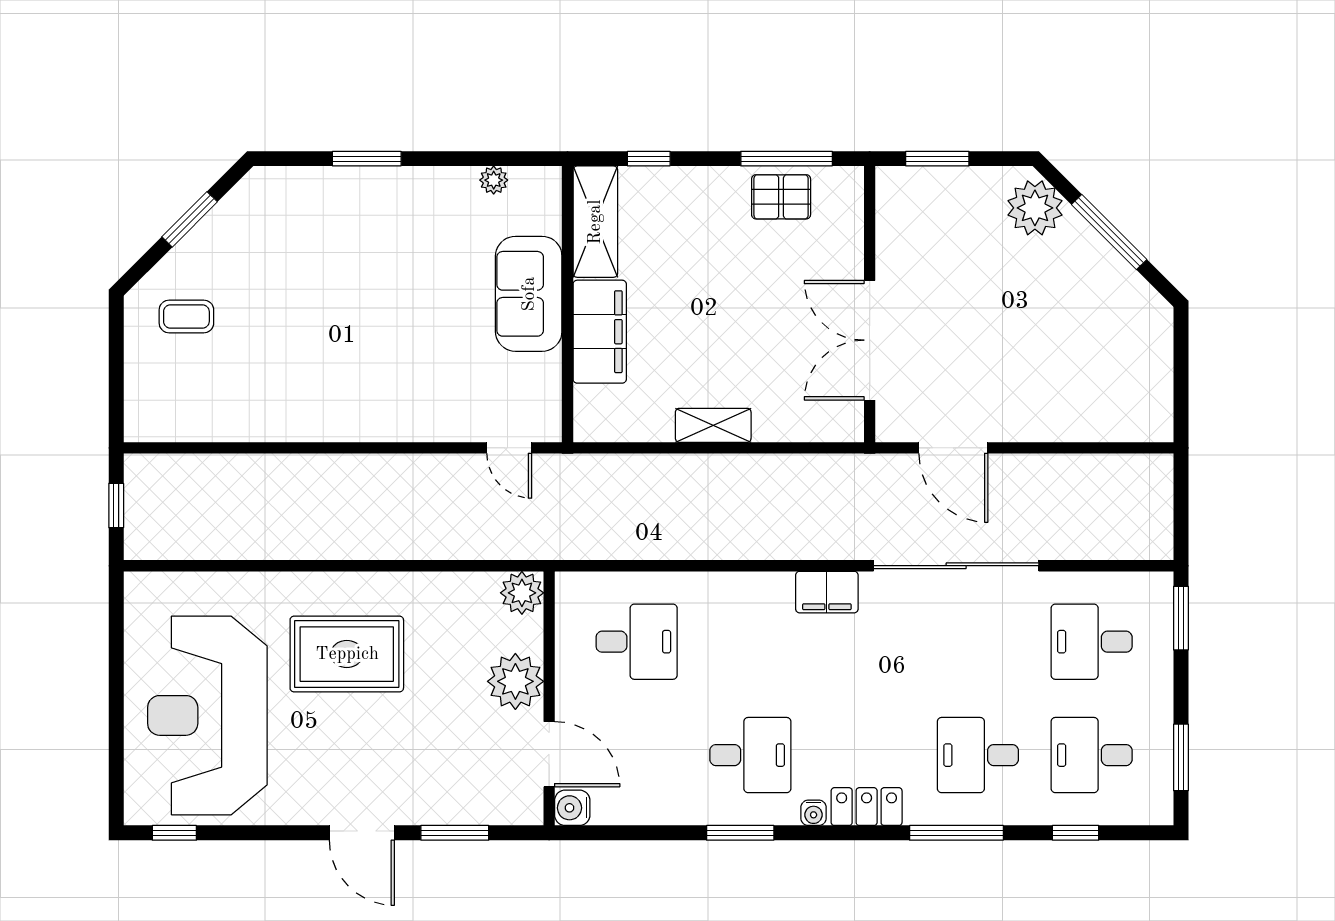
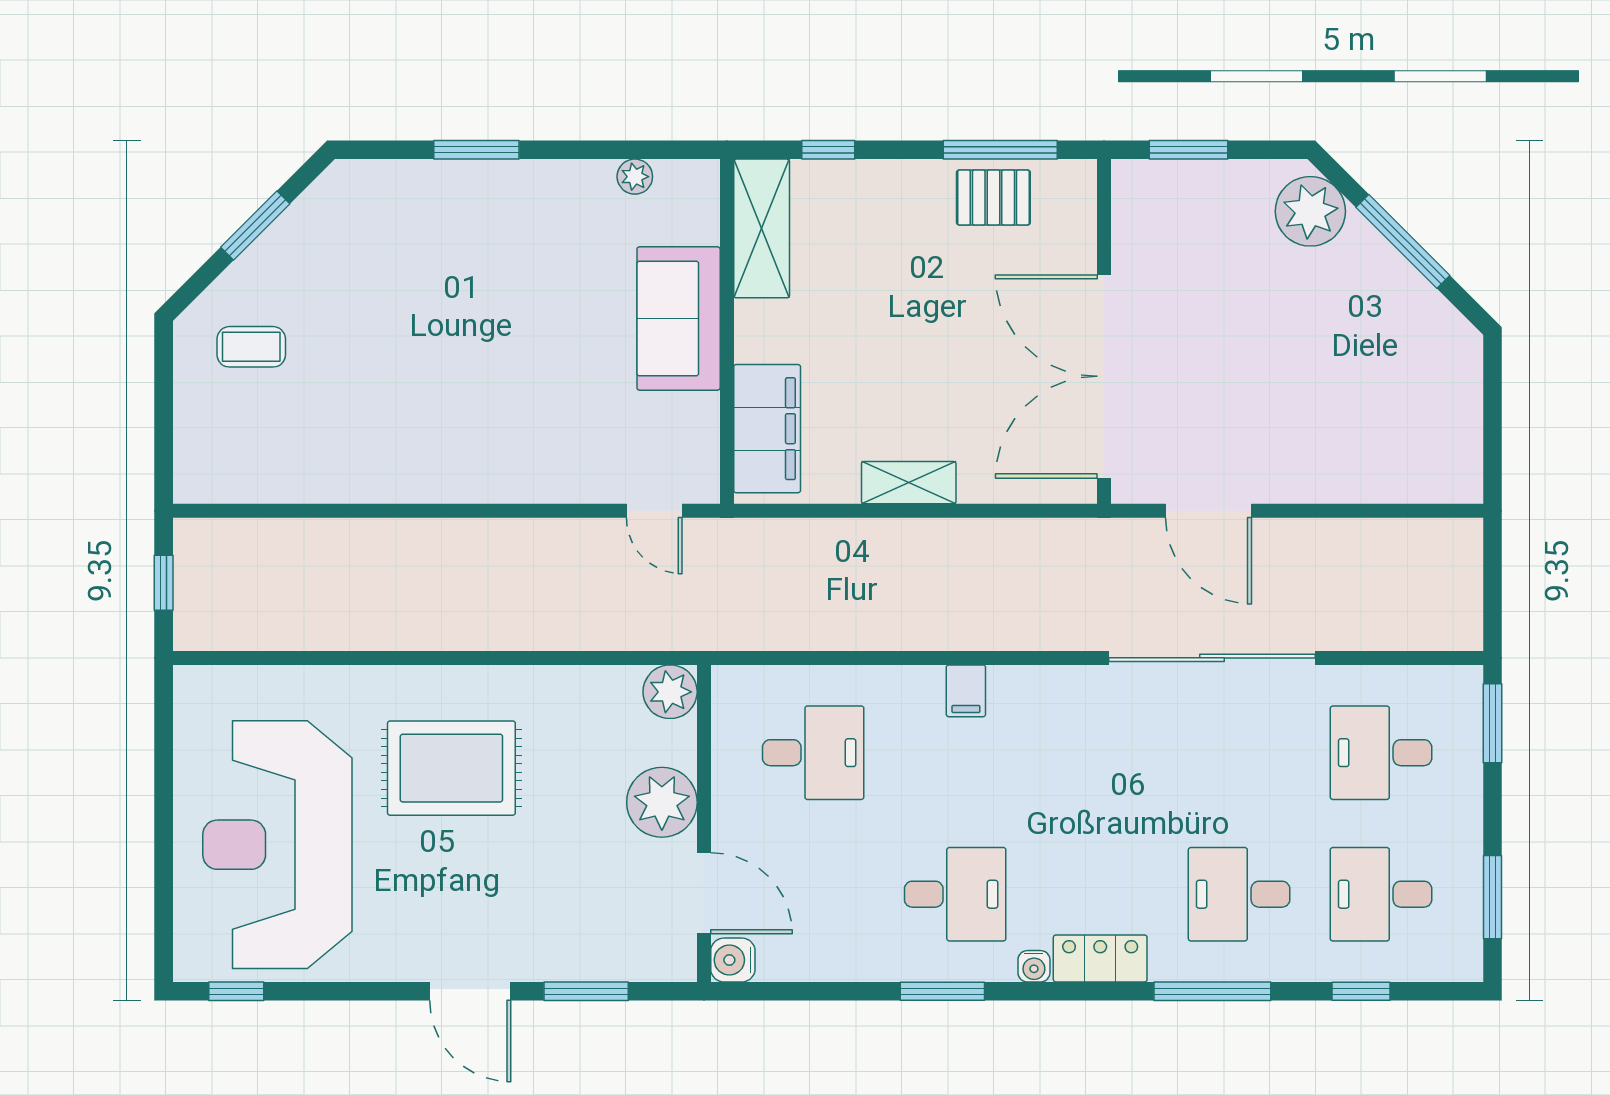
filing cabinet: (600, 332) -> (767, 429), moved
double door: (870, 340) -> (1104, 376), width x1.36
filing cabinet: (827, 592) -> (966, 691), moved, width x0.50

